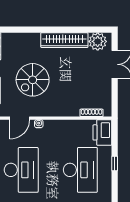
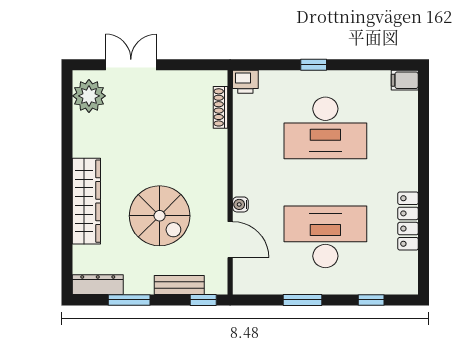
wardrobe: (64, 40) -> (86, 201), moved
printer: (102, 132) -> (245, 82), width x0.53, depth x0.68
desk: (80, 170) -> (325, 128), turned 180

